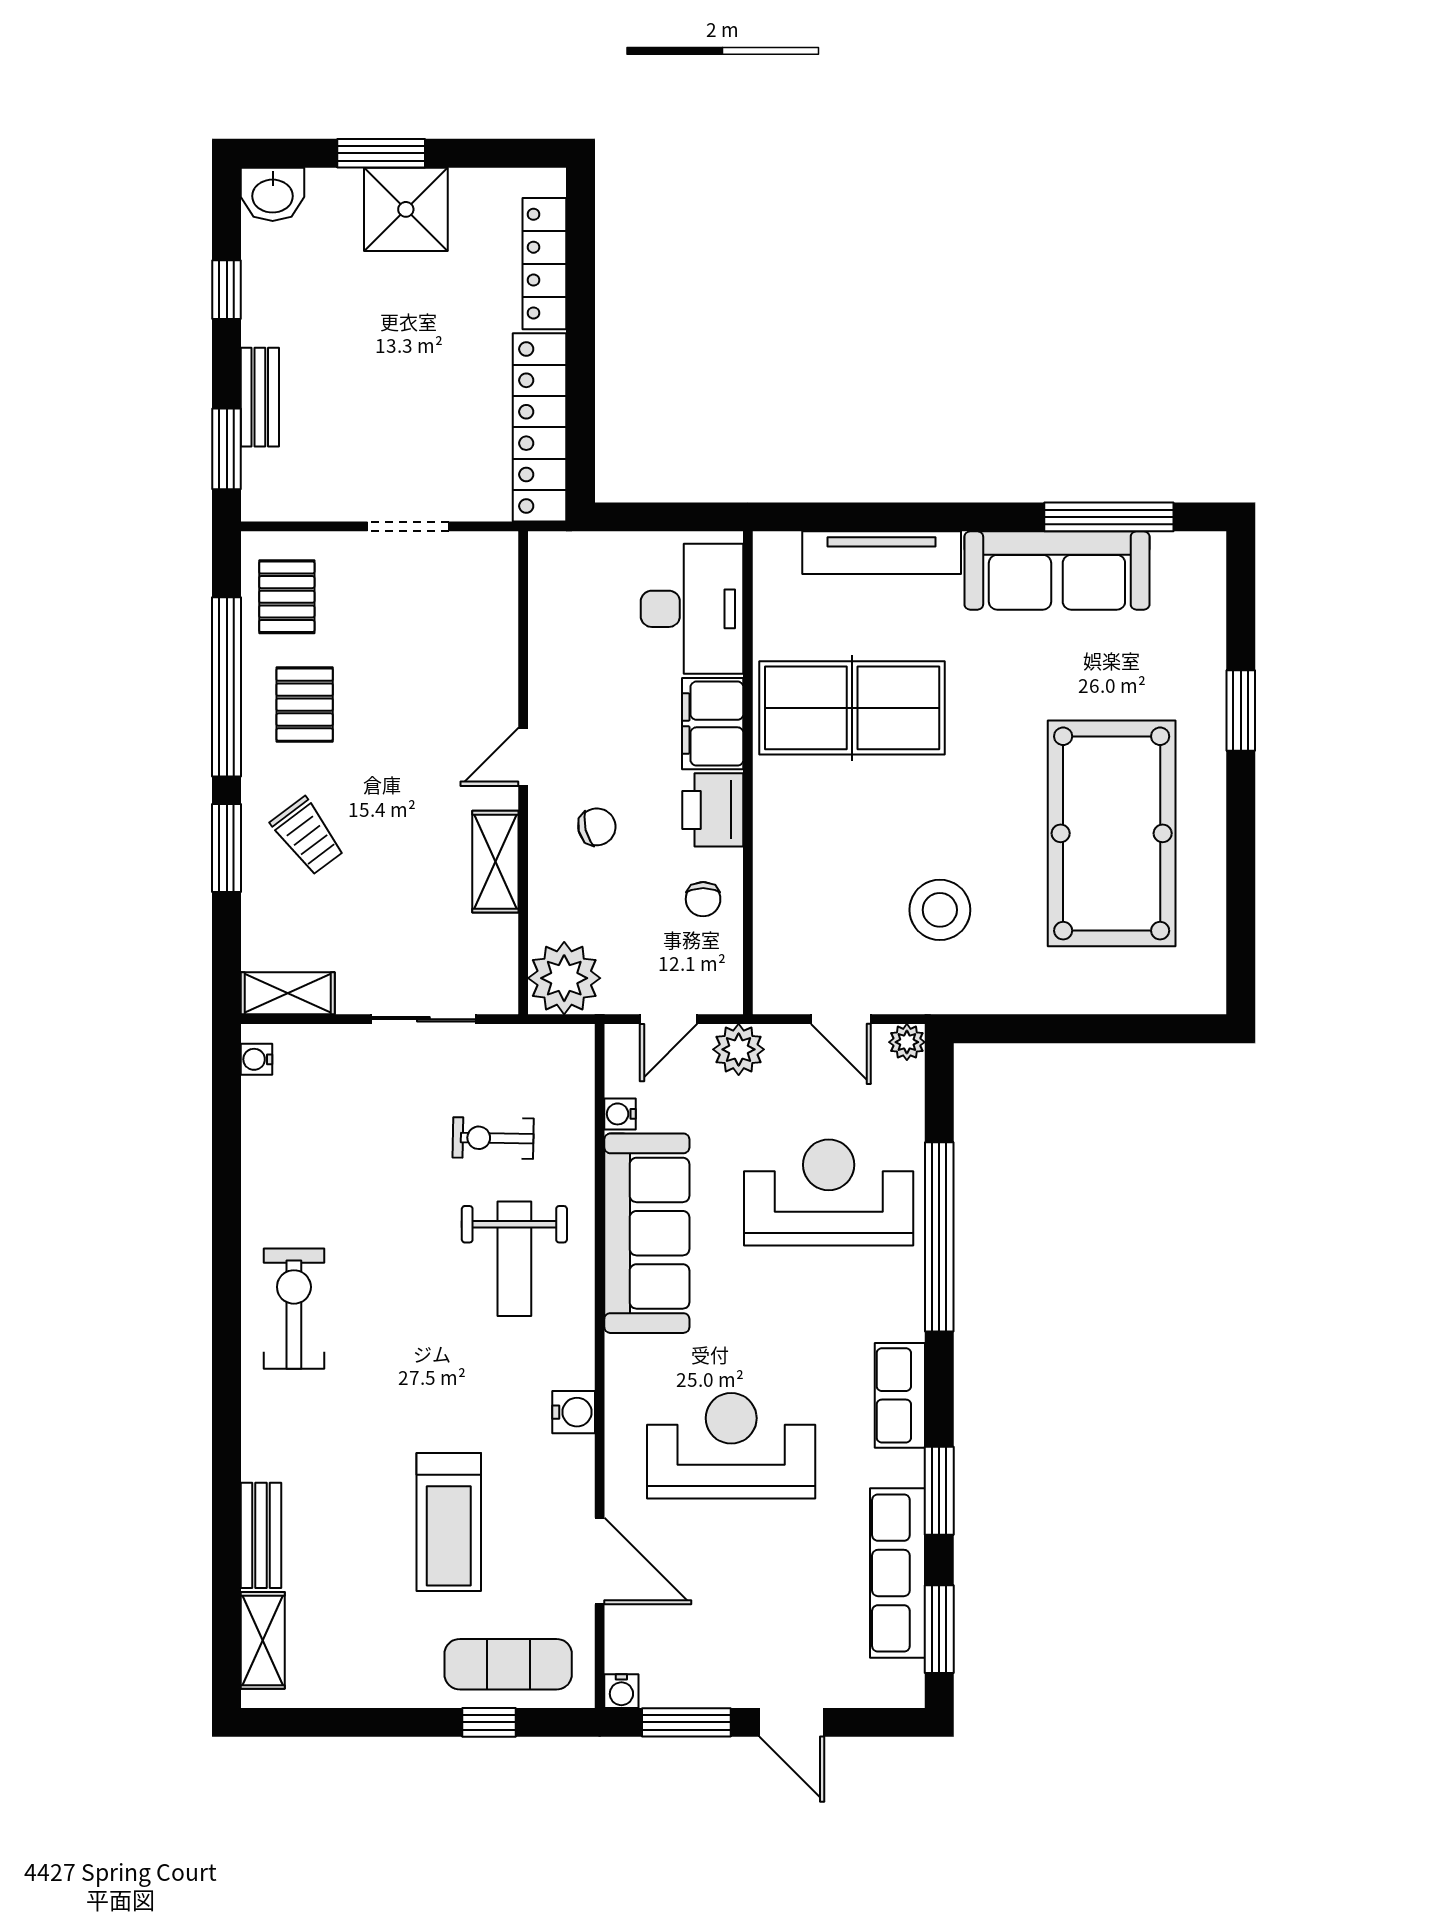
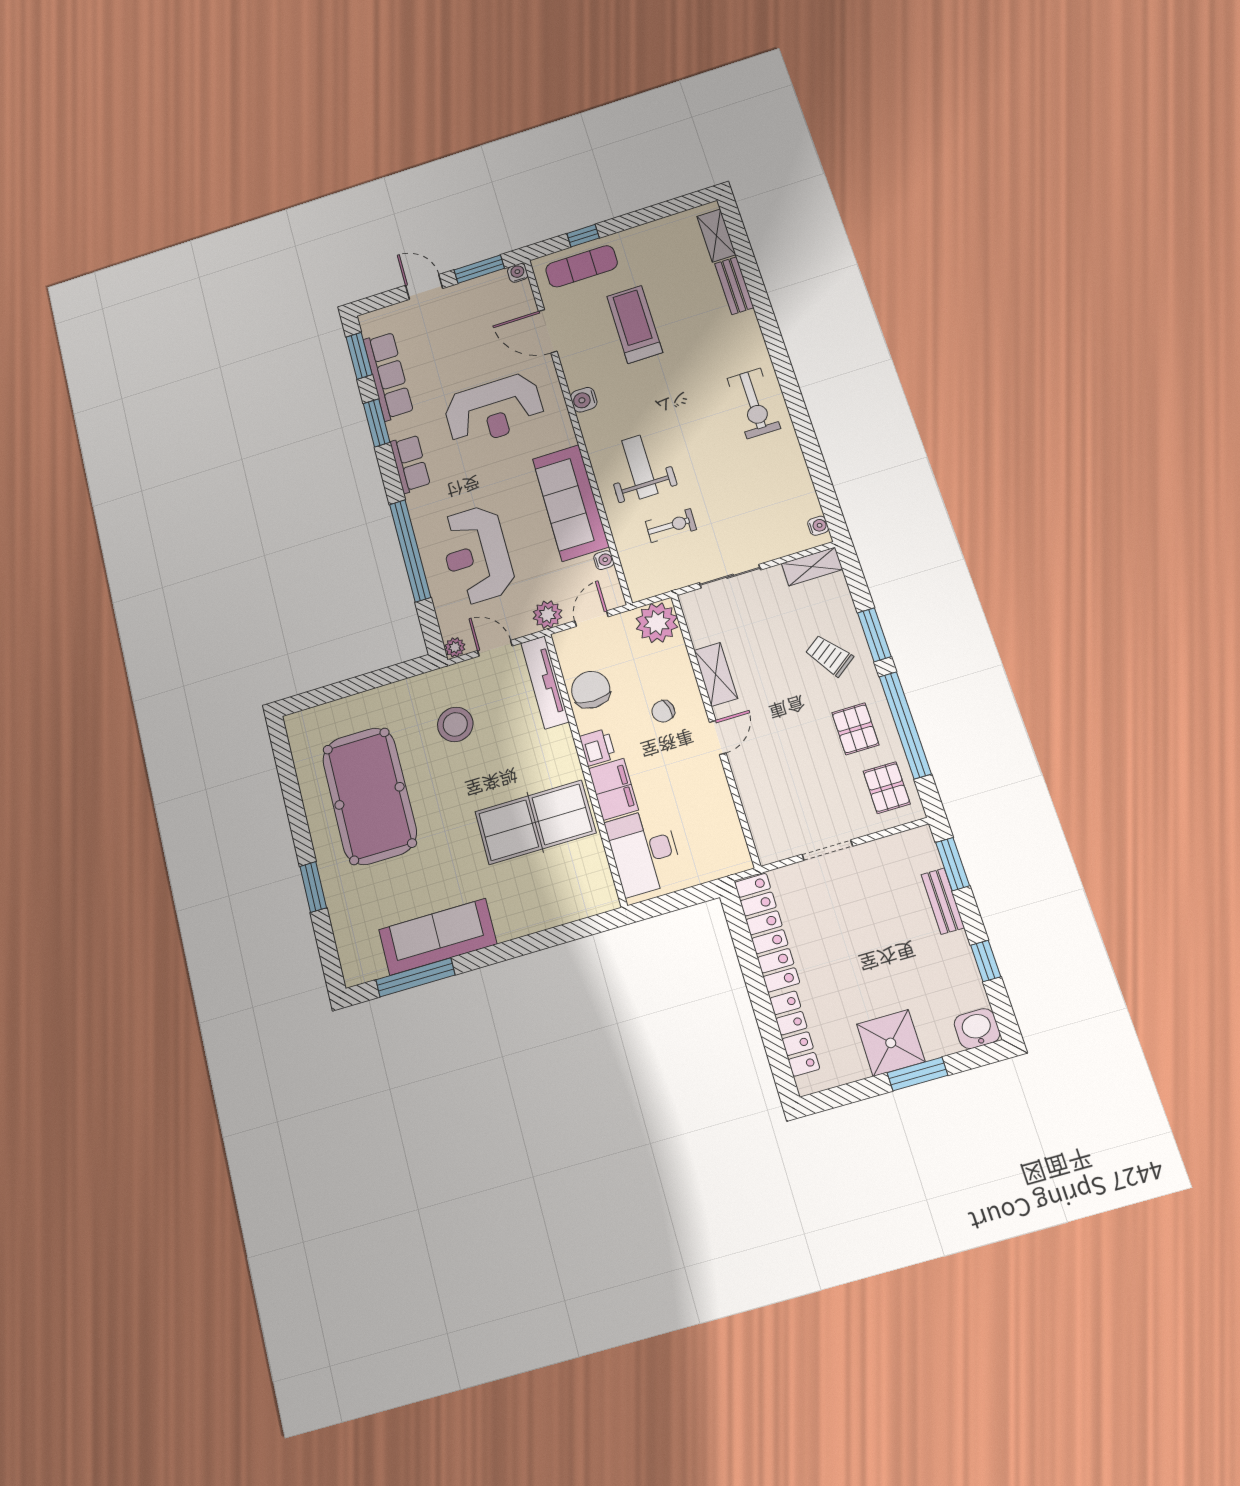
tv unit: (882, 553) -> (545, 682), moved, turned -90
printer: (713, 810) -> (598, 747), width x0.73, depth x0.81
chair: (703, 899) -> (591, 690), width x1.87, depth x1.87
reception desk: (829, 1192) -> (477, 555), turned 90

